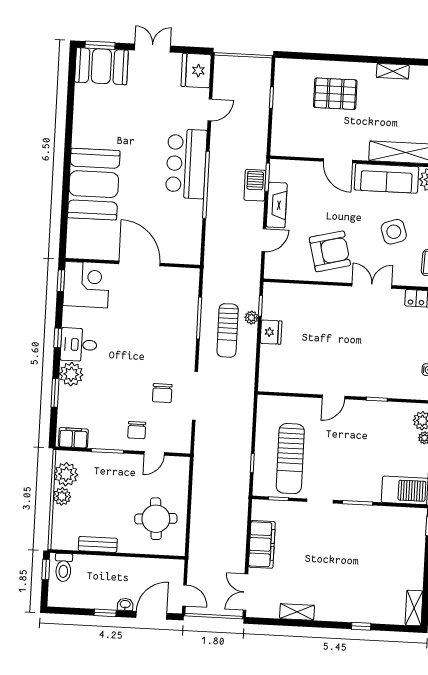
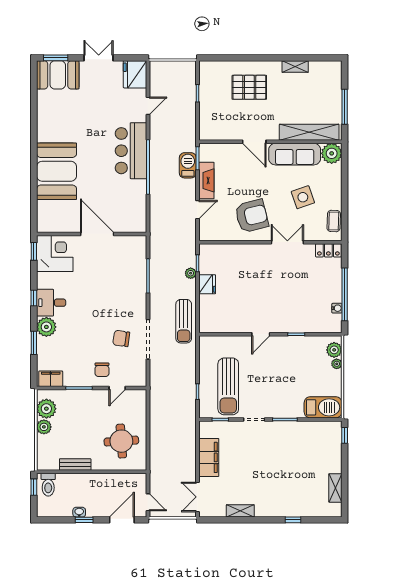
sun lounger: (228, 330) -> (184, 321), moved
chair: (162, 393) -> (121, 338), turned 98
washbasin: (125, 604) -> (79, 512), moved
shelving: (414, 608) -> (335, 488), moved

